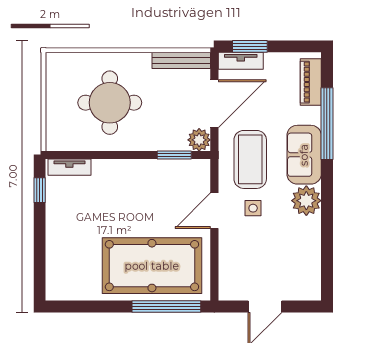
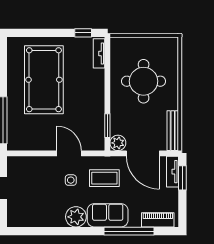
coffee table: (250, 159) -> (104, 178), width x0.73, depth x0.76
pool table: (152, 266) -> (44, 80), moved

